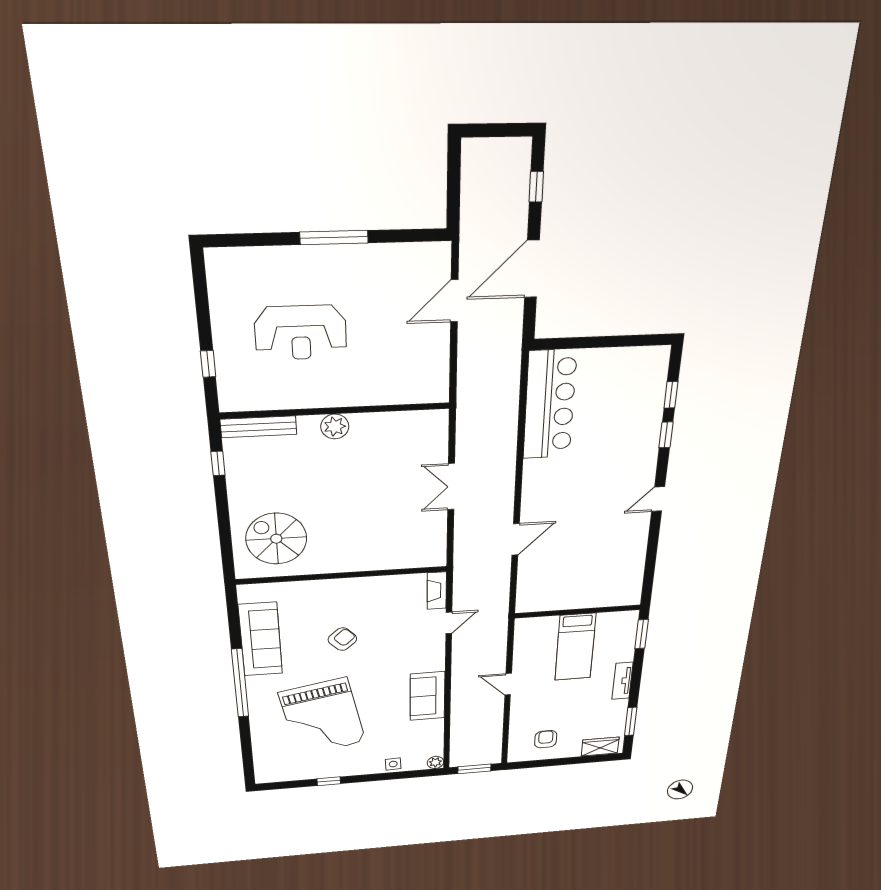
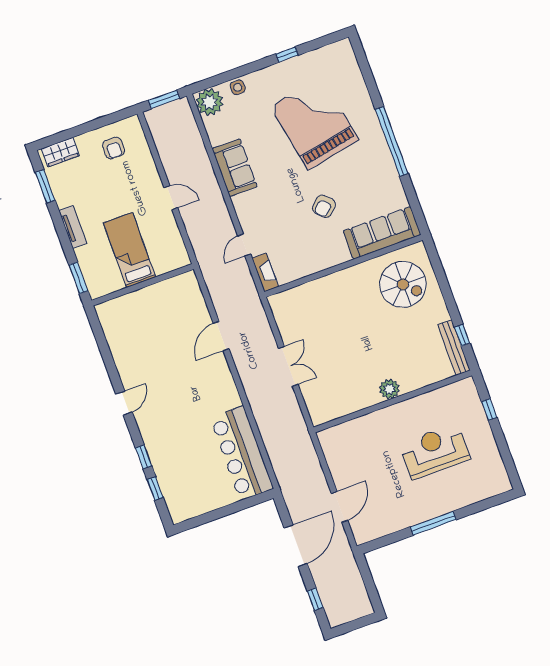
bench: (259, 427) -> (454, 347), moved, turned 90
sofa: (260, 639) -> (382, 233), moved, turned 90
plant: (435, 762) -> (210, 102), width x1.88, depth x1.88

